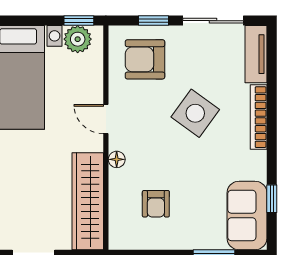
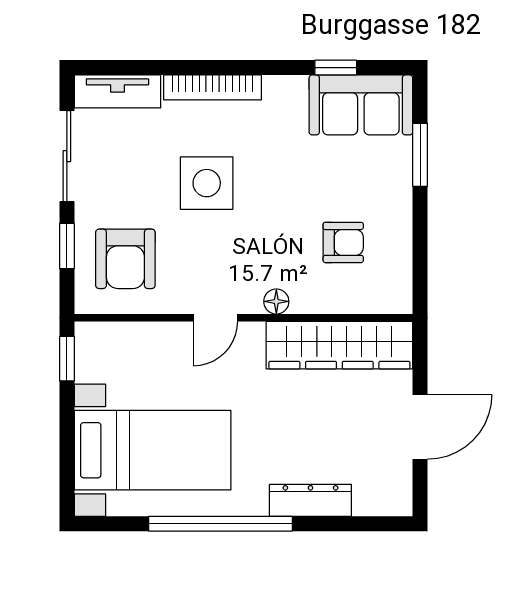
plant: (78, 39) -> (95, 360), removed
side table: (195, 113) -> (207, 183), turned -36

